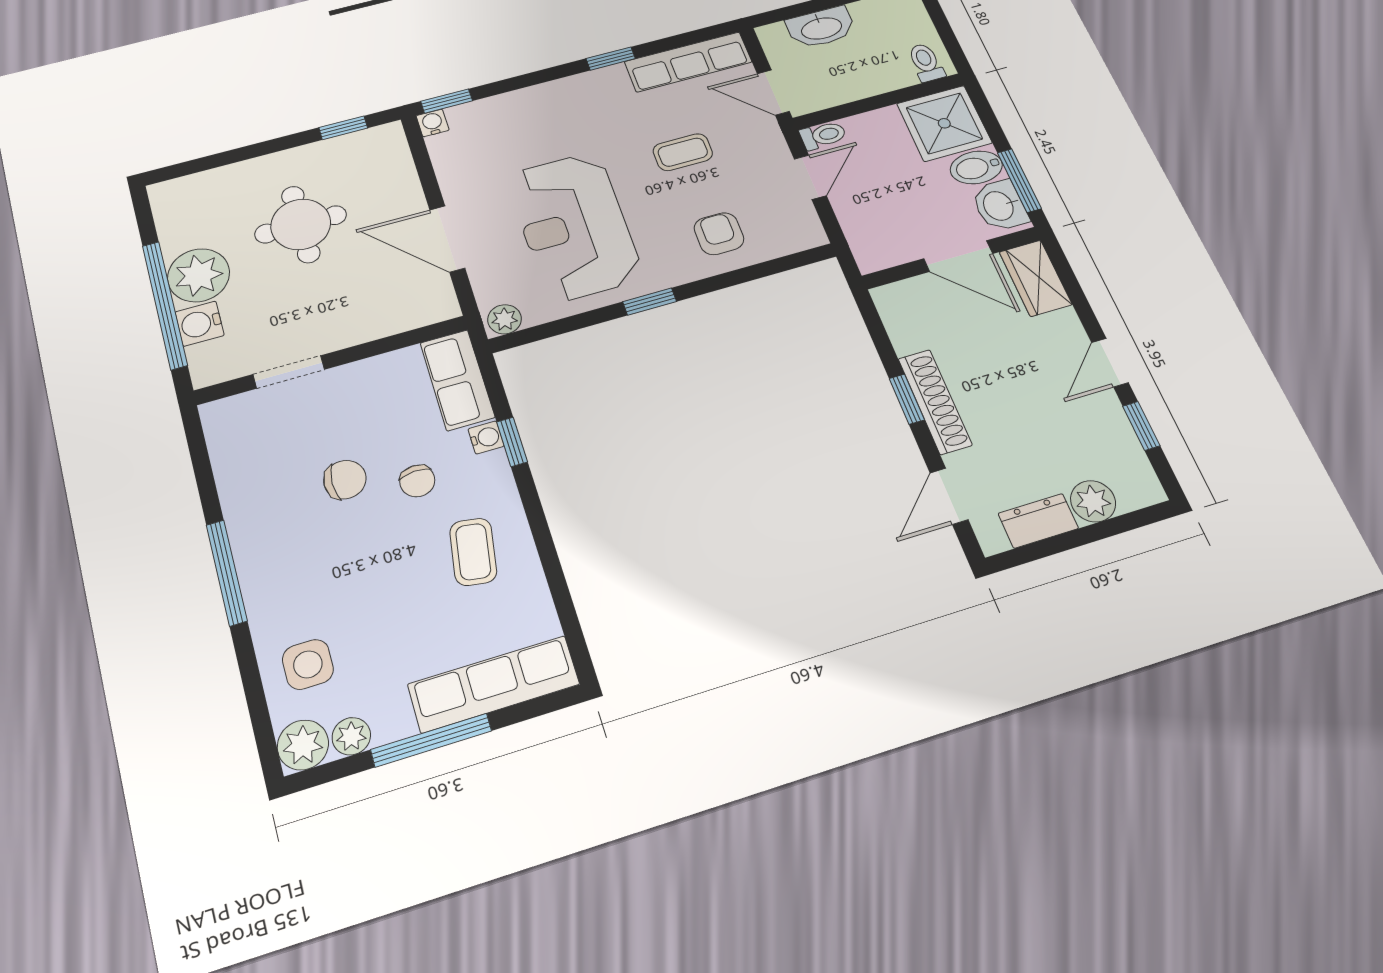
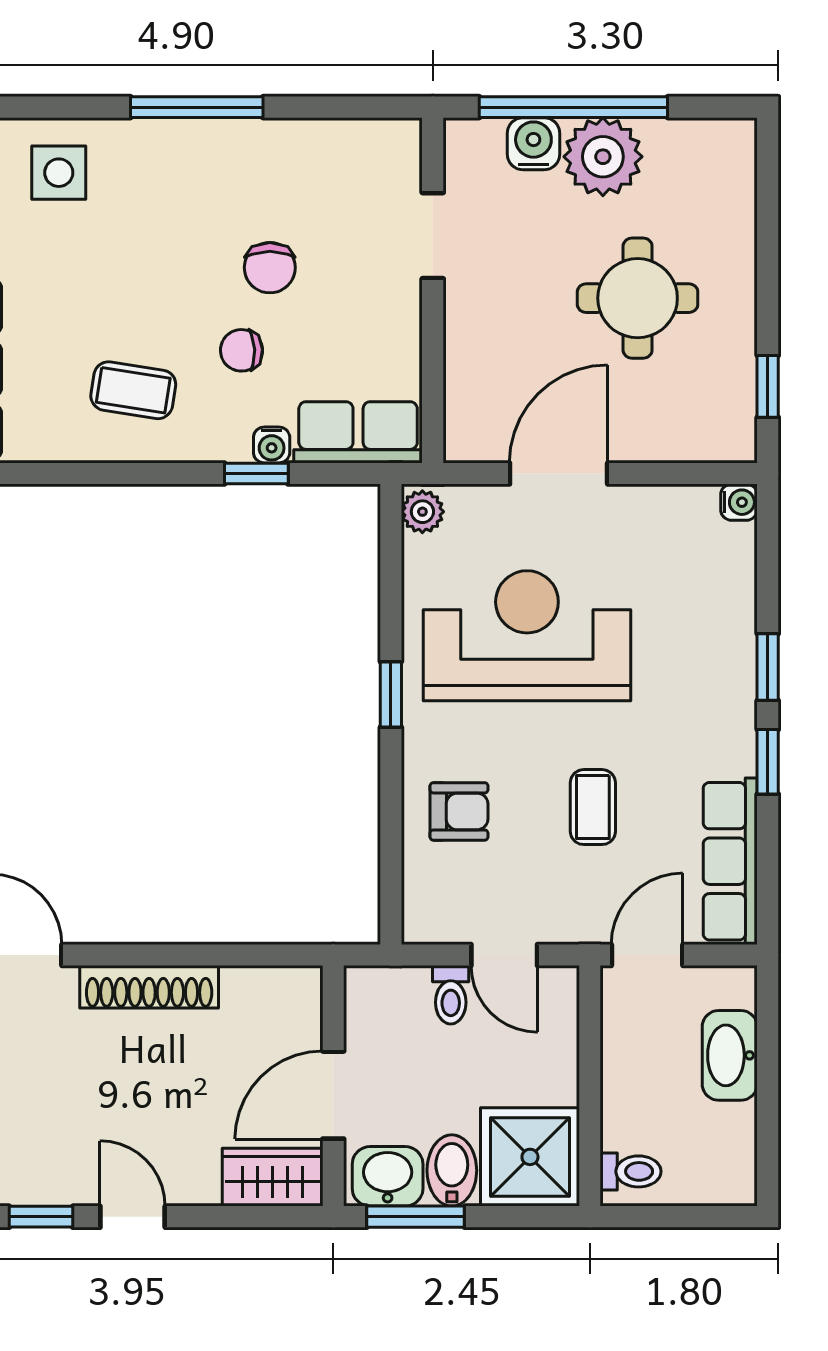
window: (447, 101) -> (768, 667), moved
toilet: (823, 135) -> (451, 995), moved
window: (907, 399) -> (163, 955), removed

